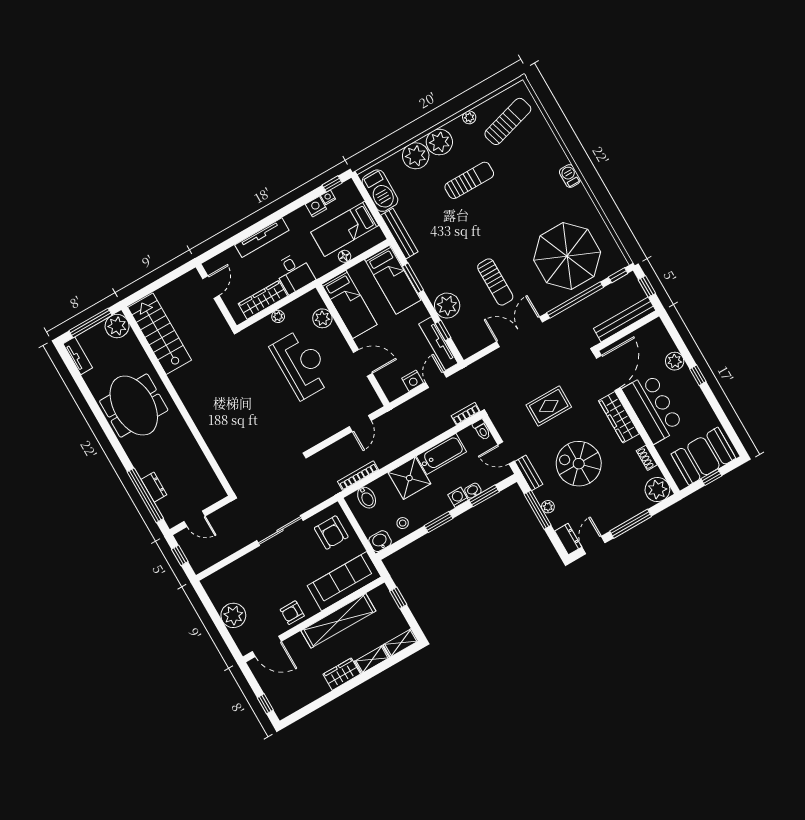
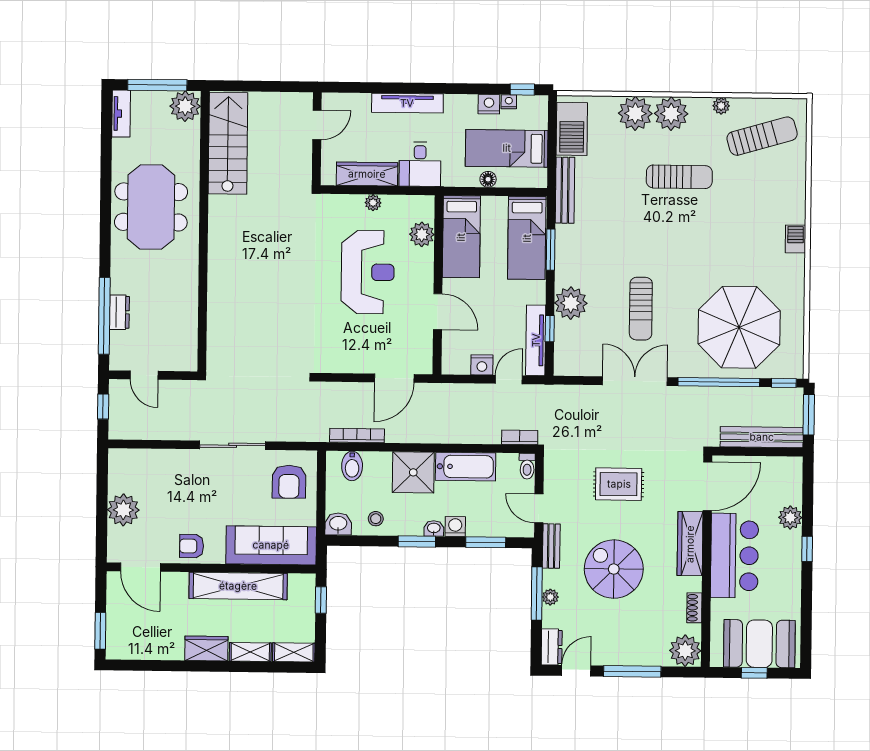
window: (647, 286) -> (809, 415), width x1.50
door: (360, 424) -> (394, 378), width x1.38
washbasin: (473, 491) -> (434, 528), moved
window: (265, 704) -> (100, 631), width x1.50

